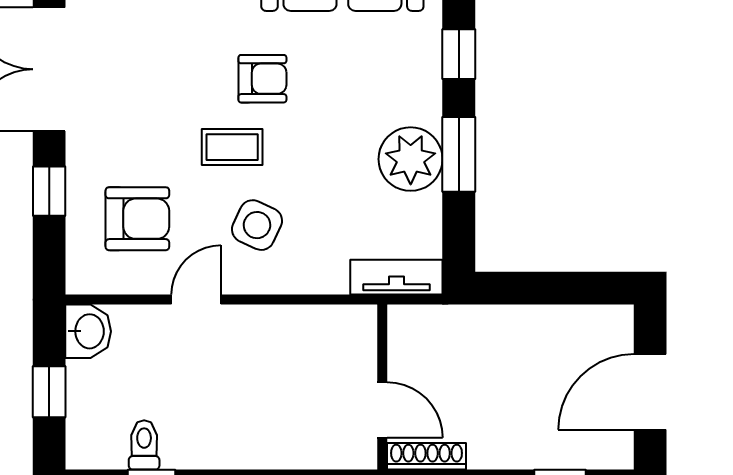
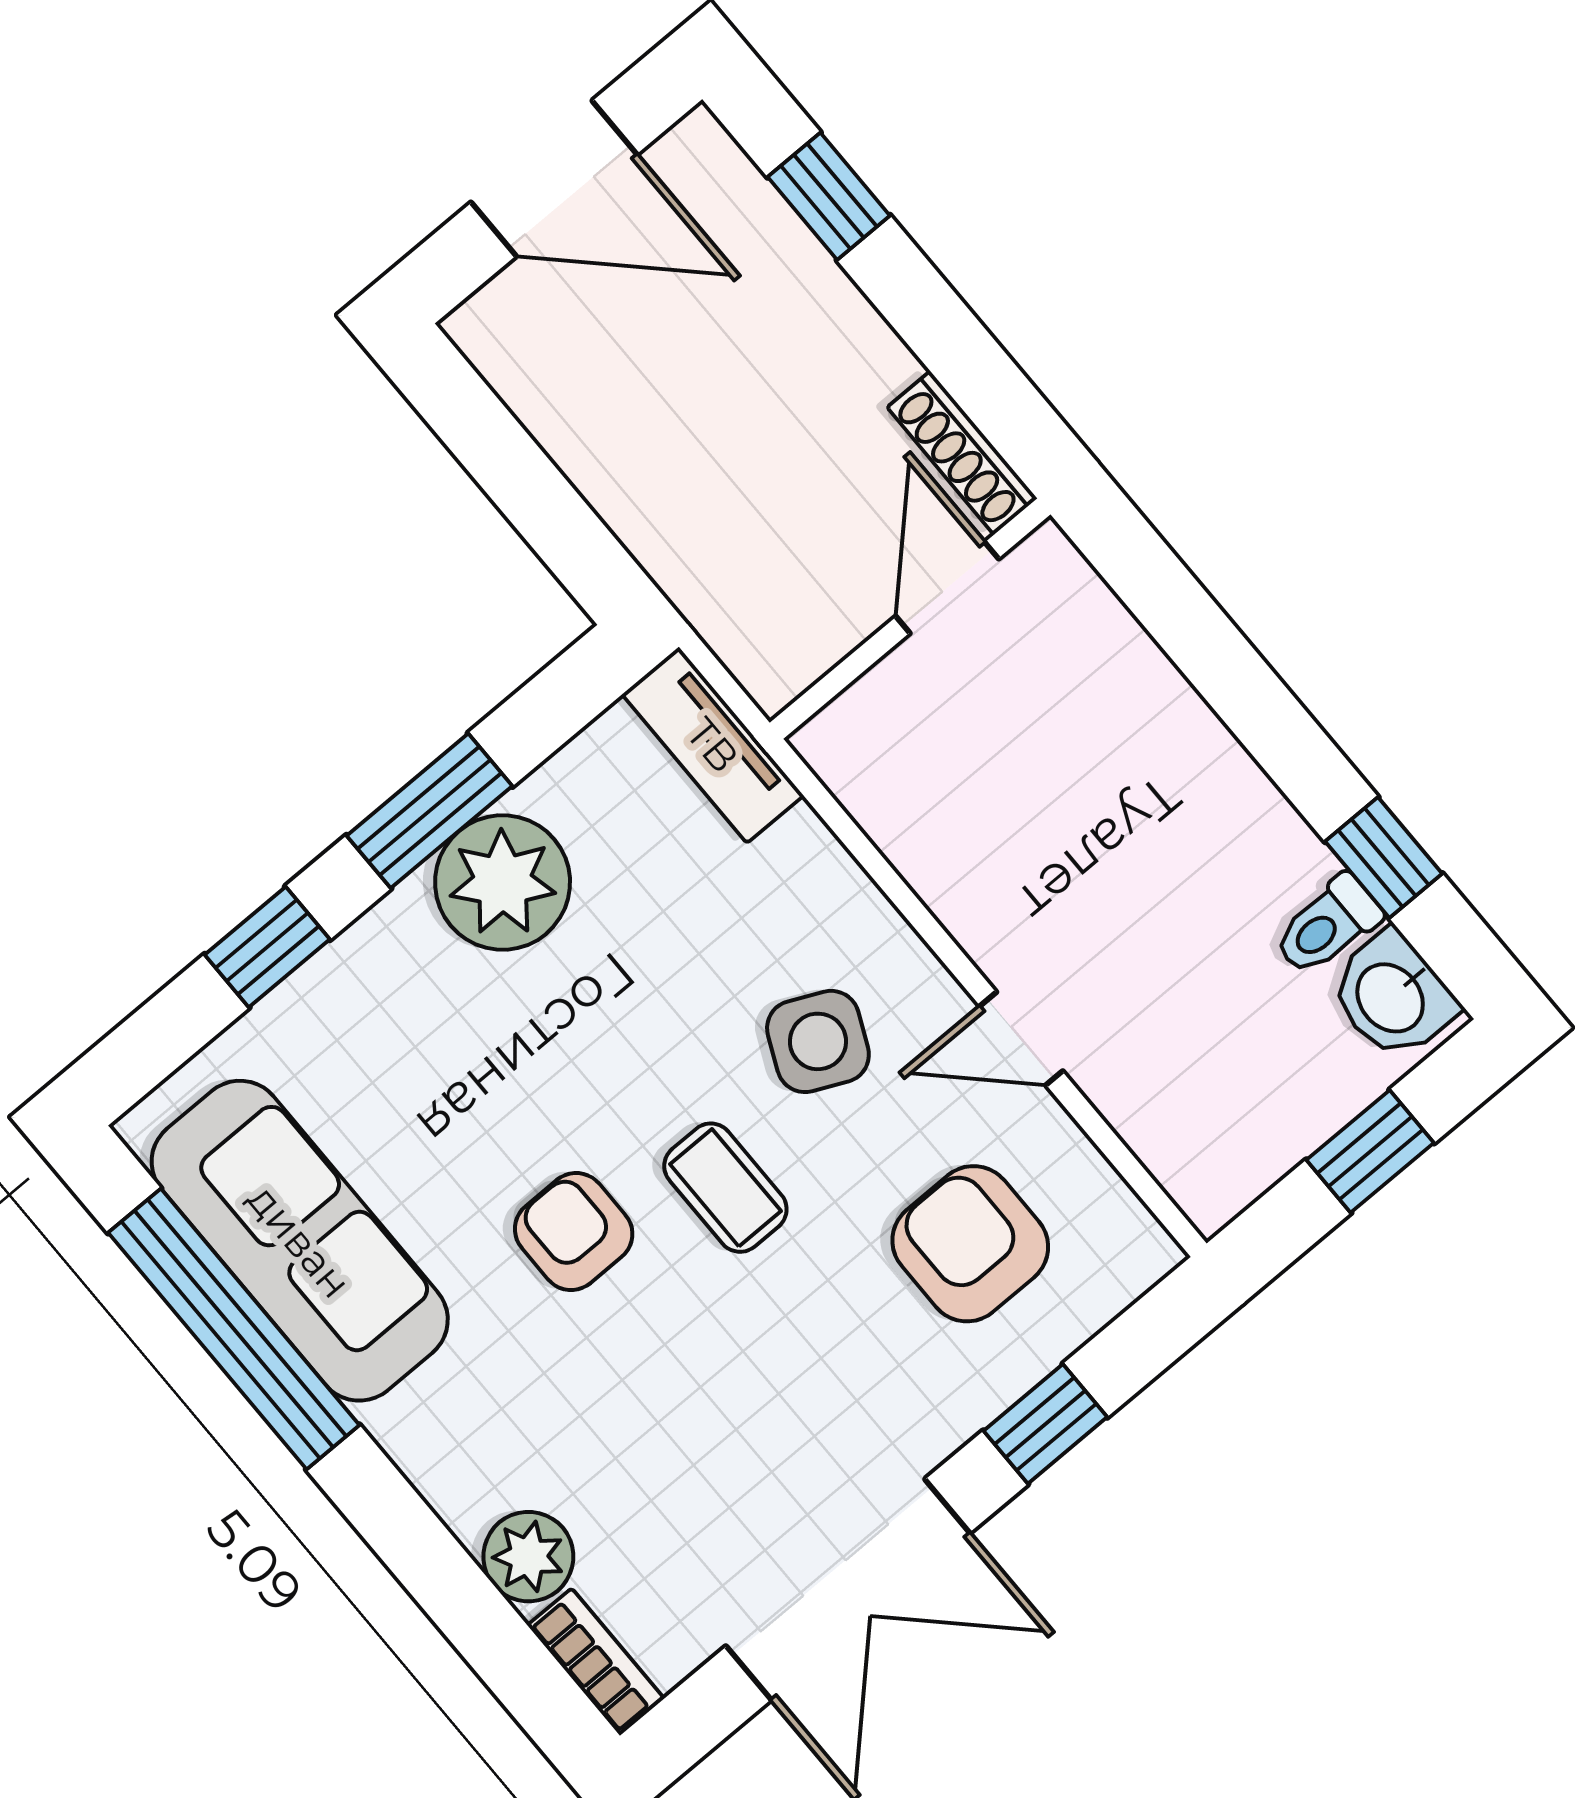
washbasin: (88, 331) -> (1392, 996), moved, turned -90

